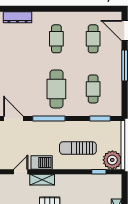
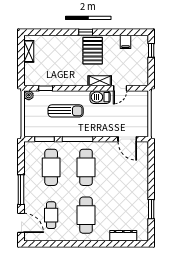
cafe table: (56, 39) -> (86, 215), width x1.37, depth x1.35
cafe table: (93, 89) -> (51, 167), width x1.37, depth x1.35
window: (49, 118) -> (77, 139), moved
plant: (112, 160) -> (29, 95), width x0.53, depth x0.53

